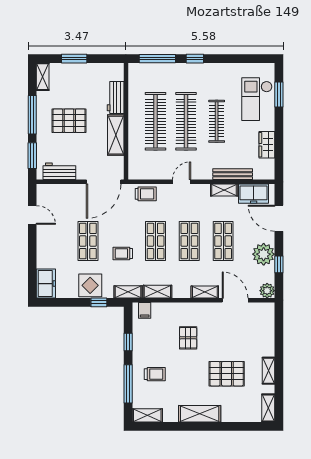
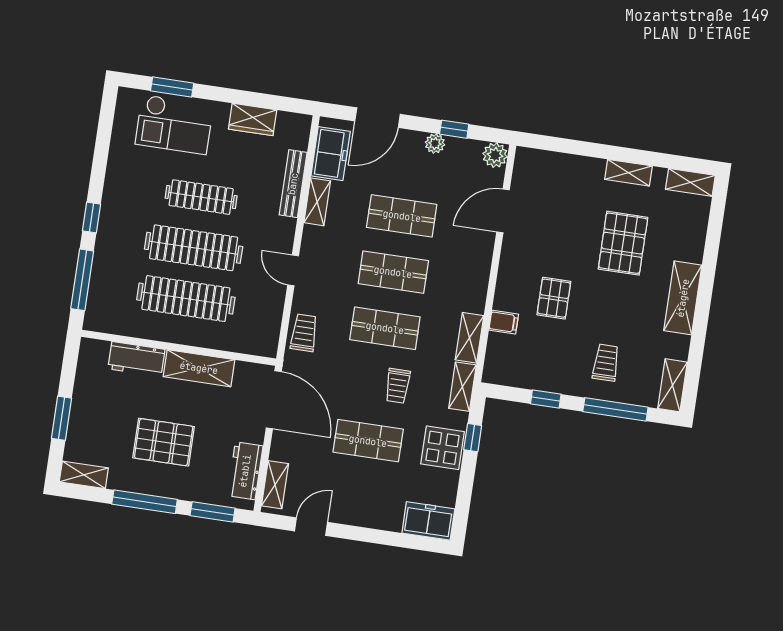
pallet: (69, 121) -> (164, 442), turned 90
plant: (264, 254) -> (435, 143), width x0.53, depth x0.53
shelving: (205, 292) -> (275, 485), moved
filing cabinet: (145, 310) -> (504, 322), moved
pallet: (188, 338) -> (554, 298), turned 90

